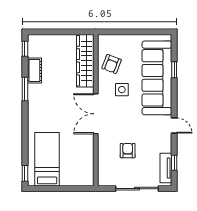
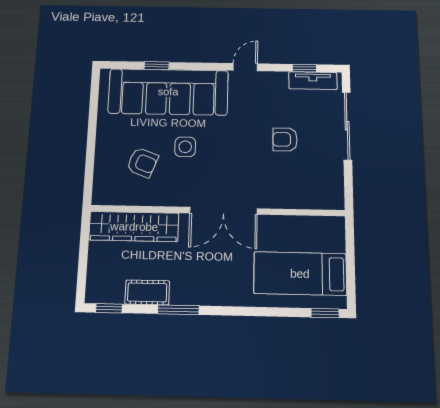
wardrobe: (85, 61) -> (134, 227), moved
wall: (96, 110) -> (217, 211), moved
double door: (96, 114) -> (223, 211), moved

